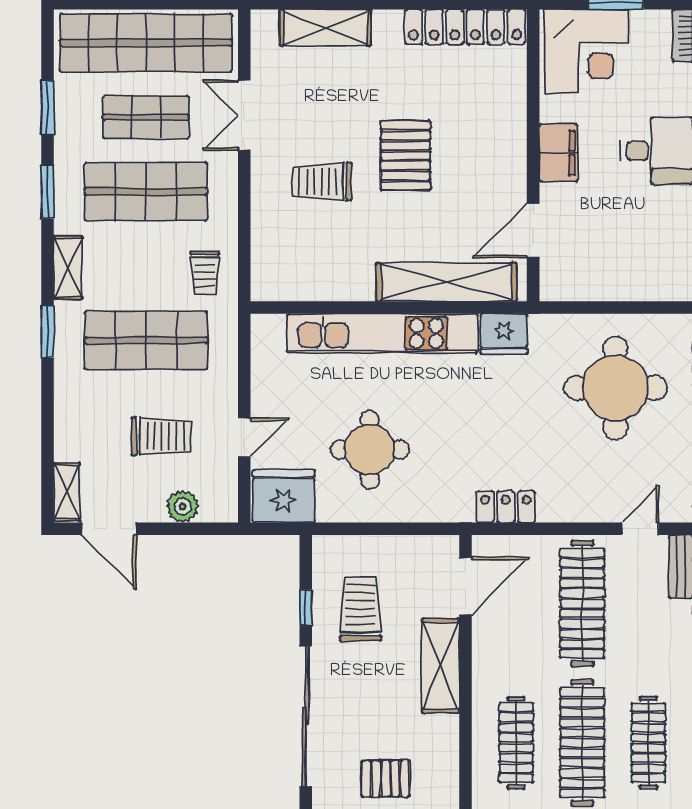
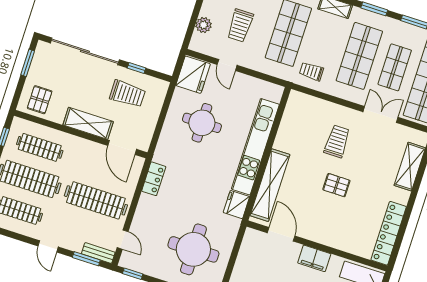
pallet: (406, 156) -> (336, 185), width x0.67, depth x0.71
pallet: (386, 779) -> (40, 100), moved

